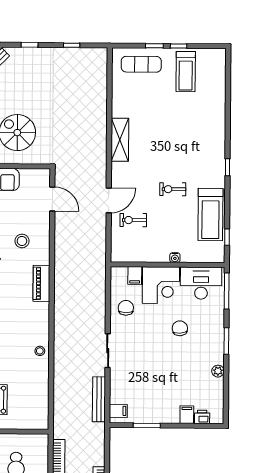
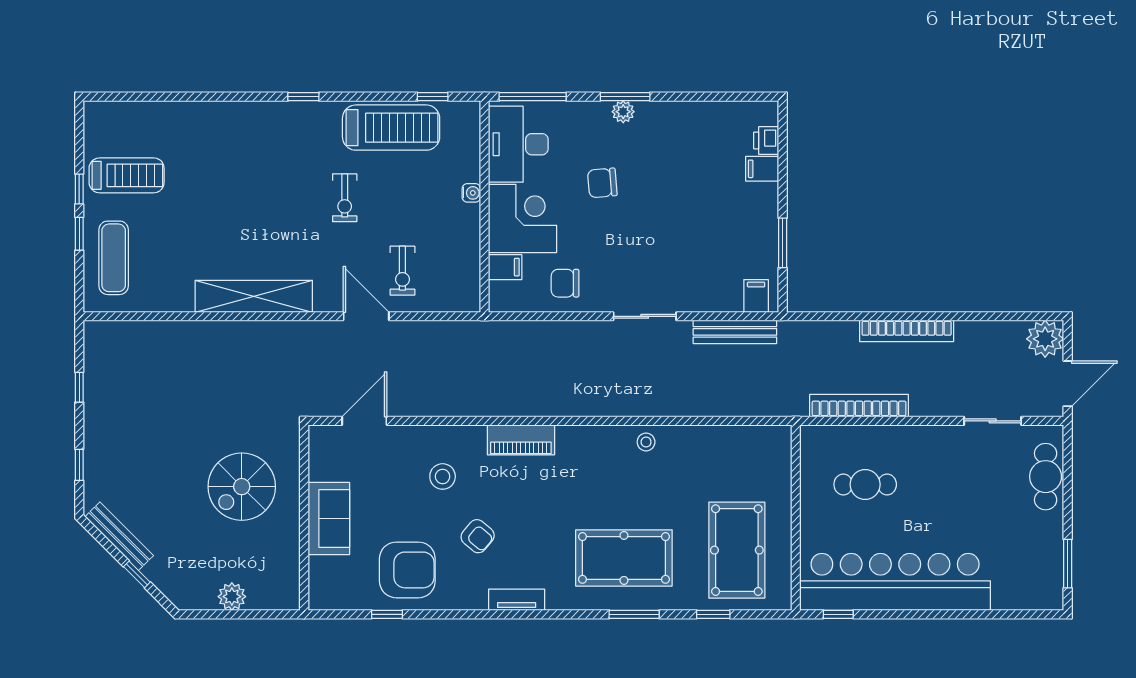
shelving: (120, 140) -> (254, 296), width x1.47
plant: (218, 371) -> (623, 112), moved

